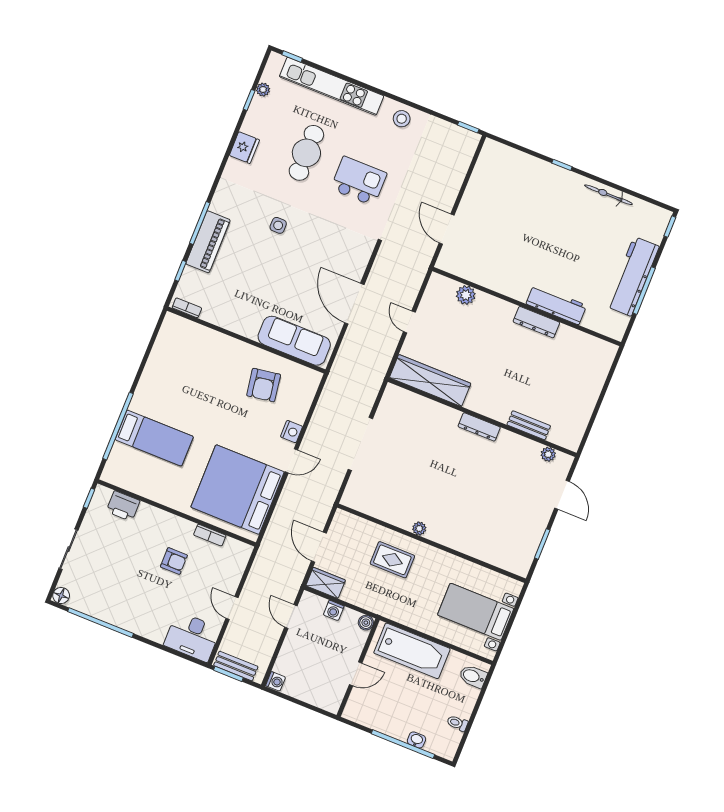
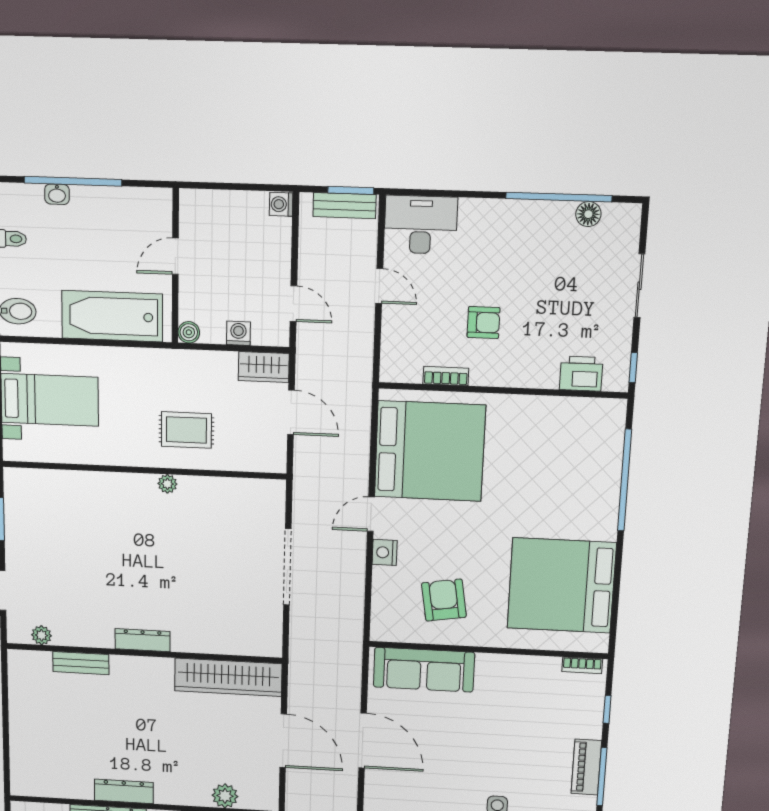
piano: (208, 242) -> (586, 767), width x0.73, depth x0.75
door: (409, 322) -> (283, 741), width x1.87
bed: (154, 438) -> (562, 585), moved, width x2.04
armchair: (174, 561) -> (484, 323), turned 180
floor lamp: (61, 596) -> (588, 214), moved

